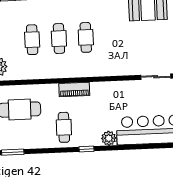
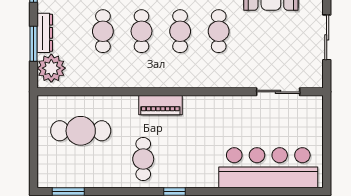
cafe table: (113, 36) -> (219, 31), added
plant: (109, 138) -> (207, 177), removed

